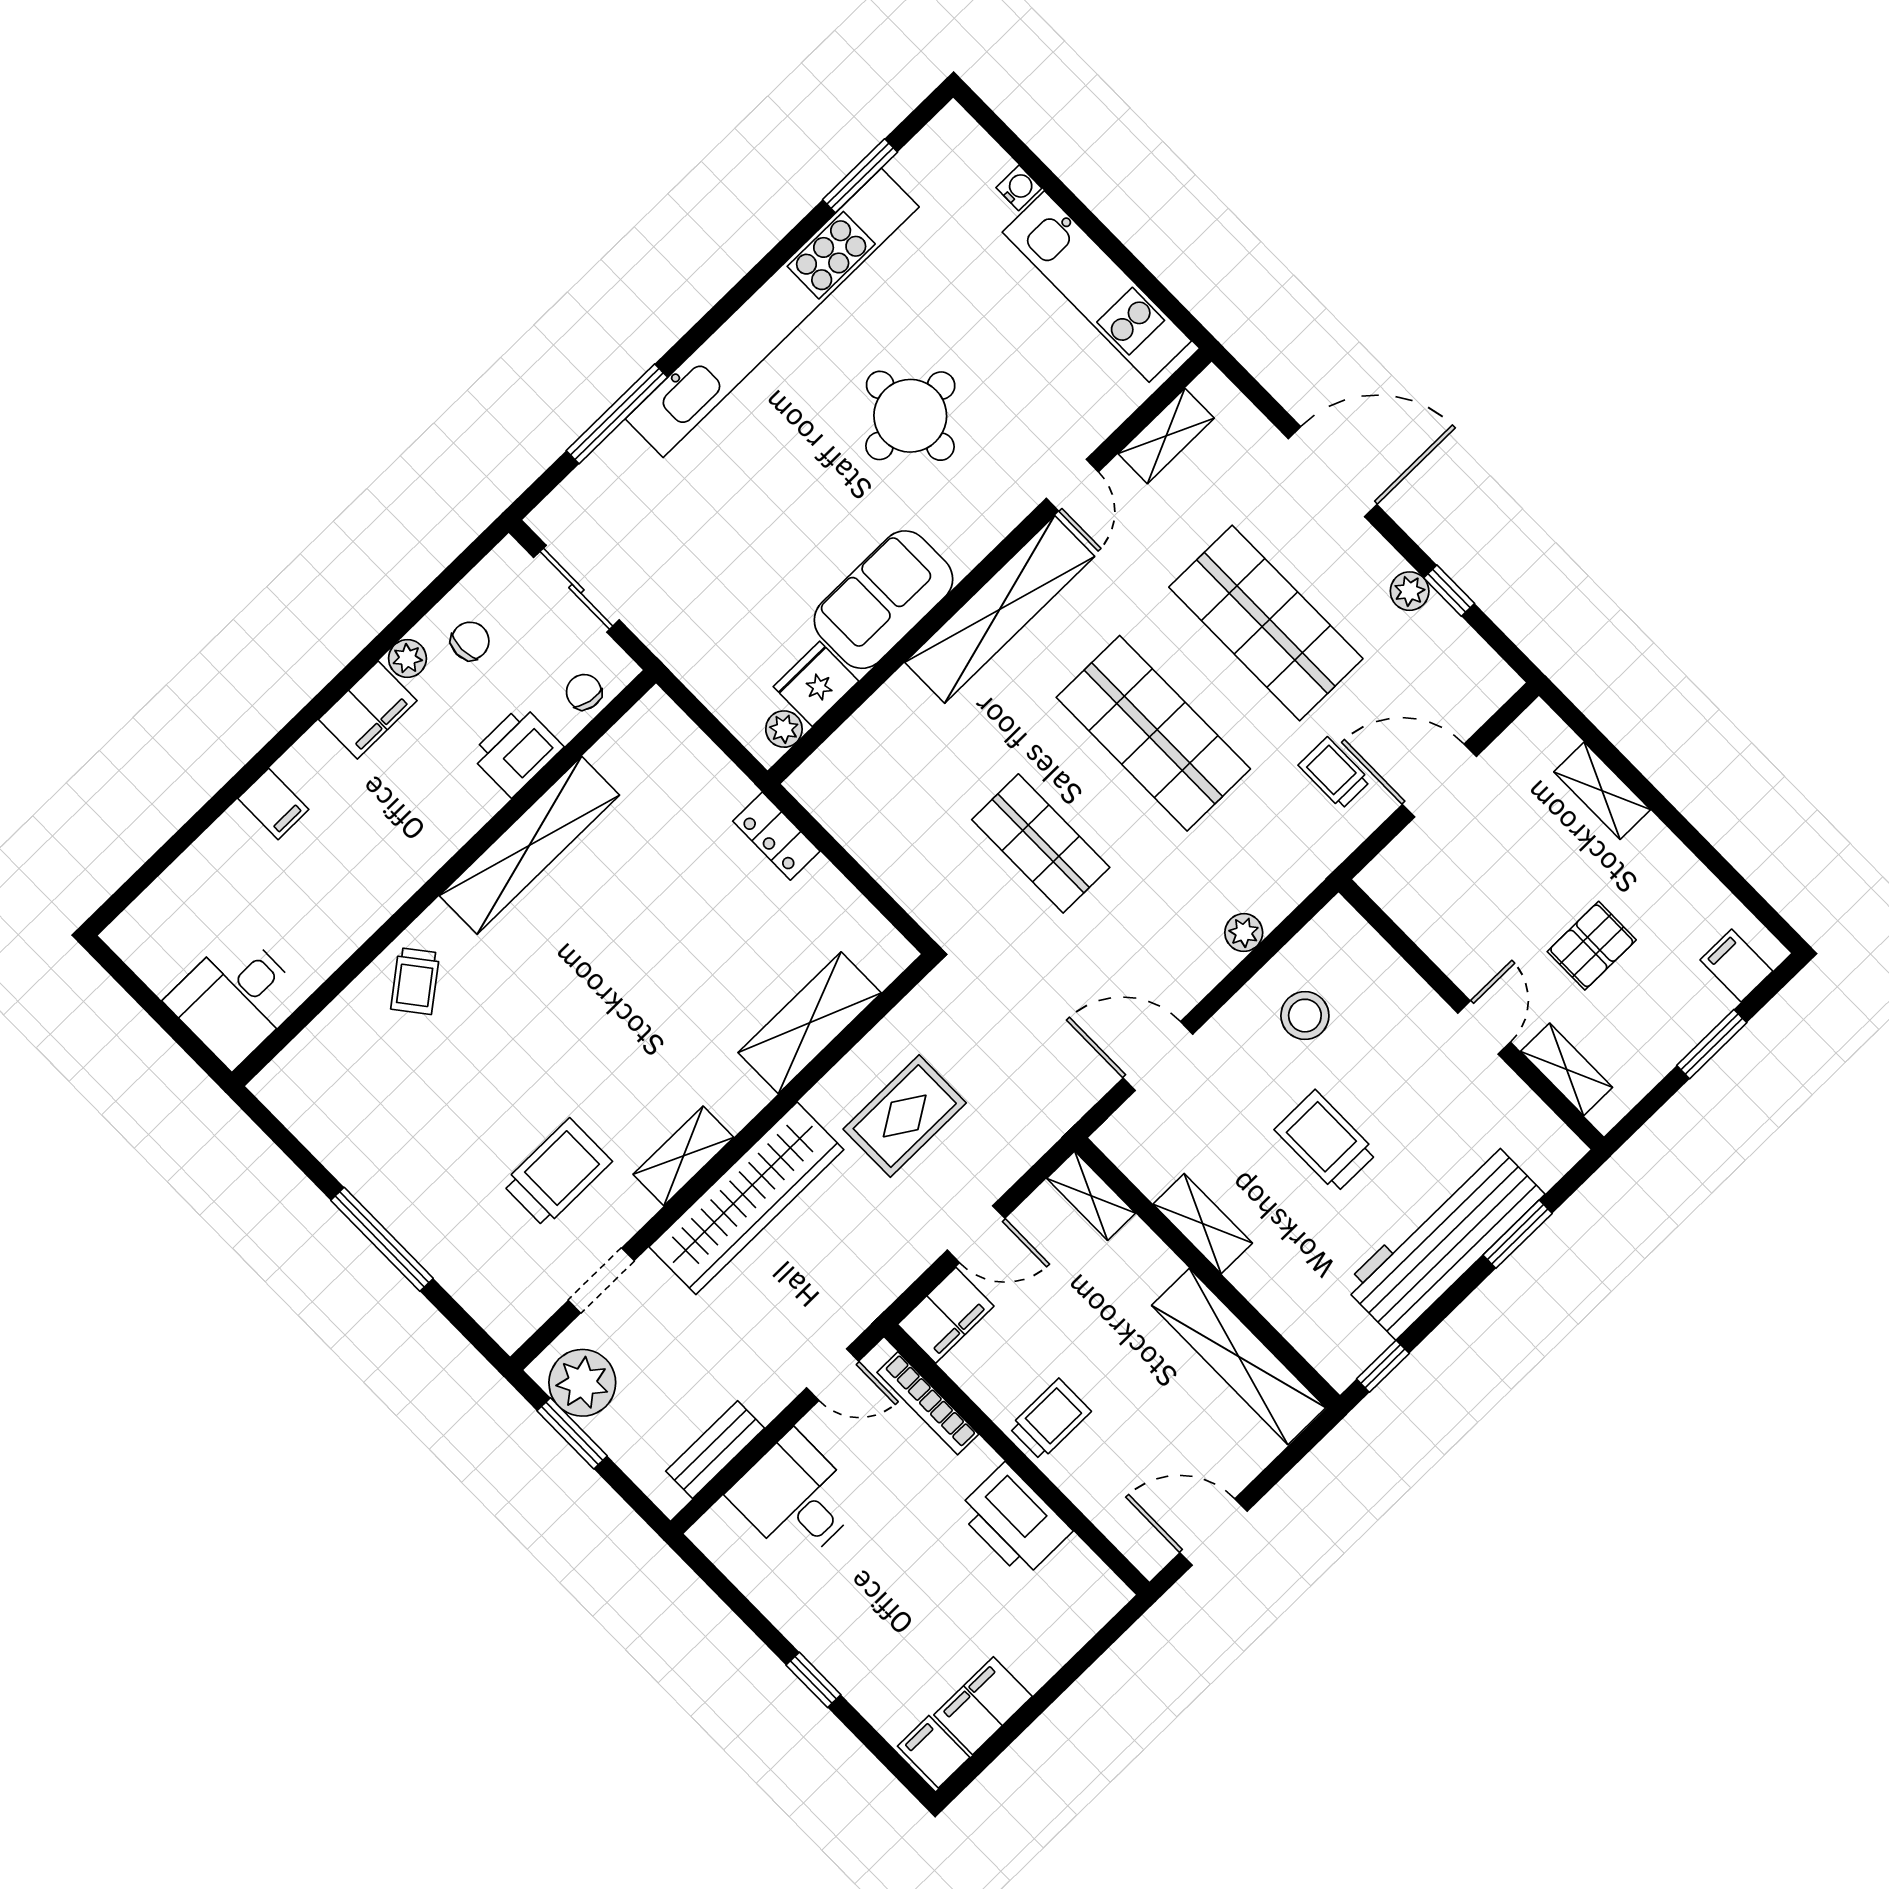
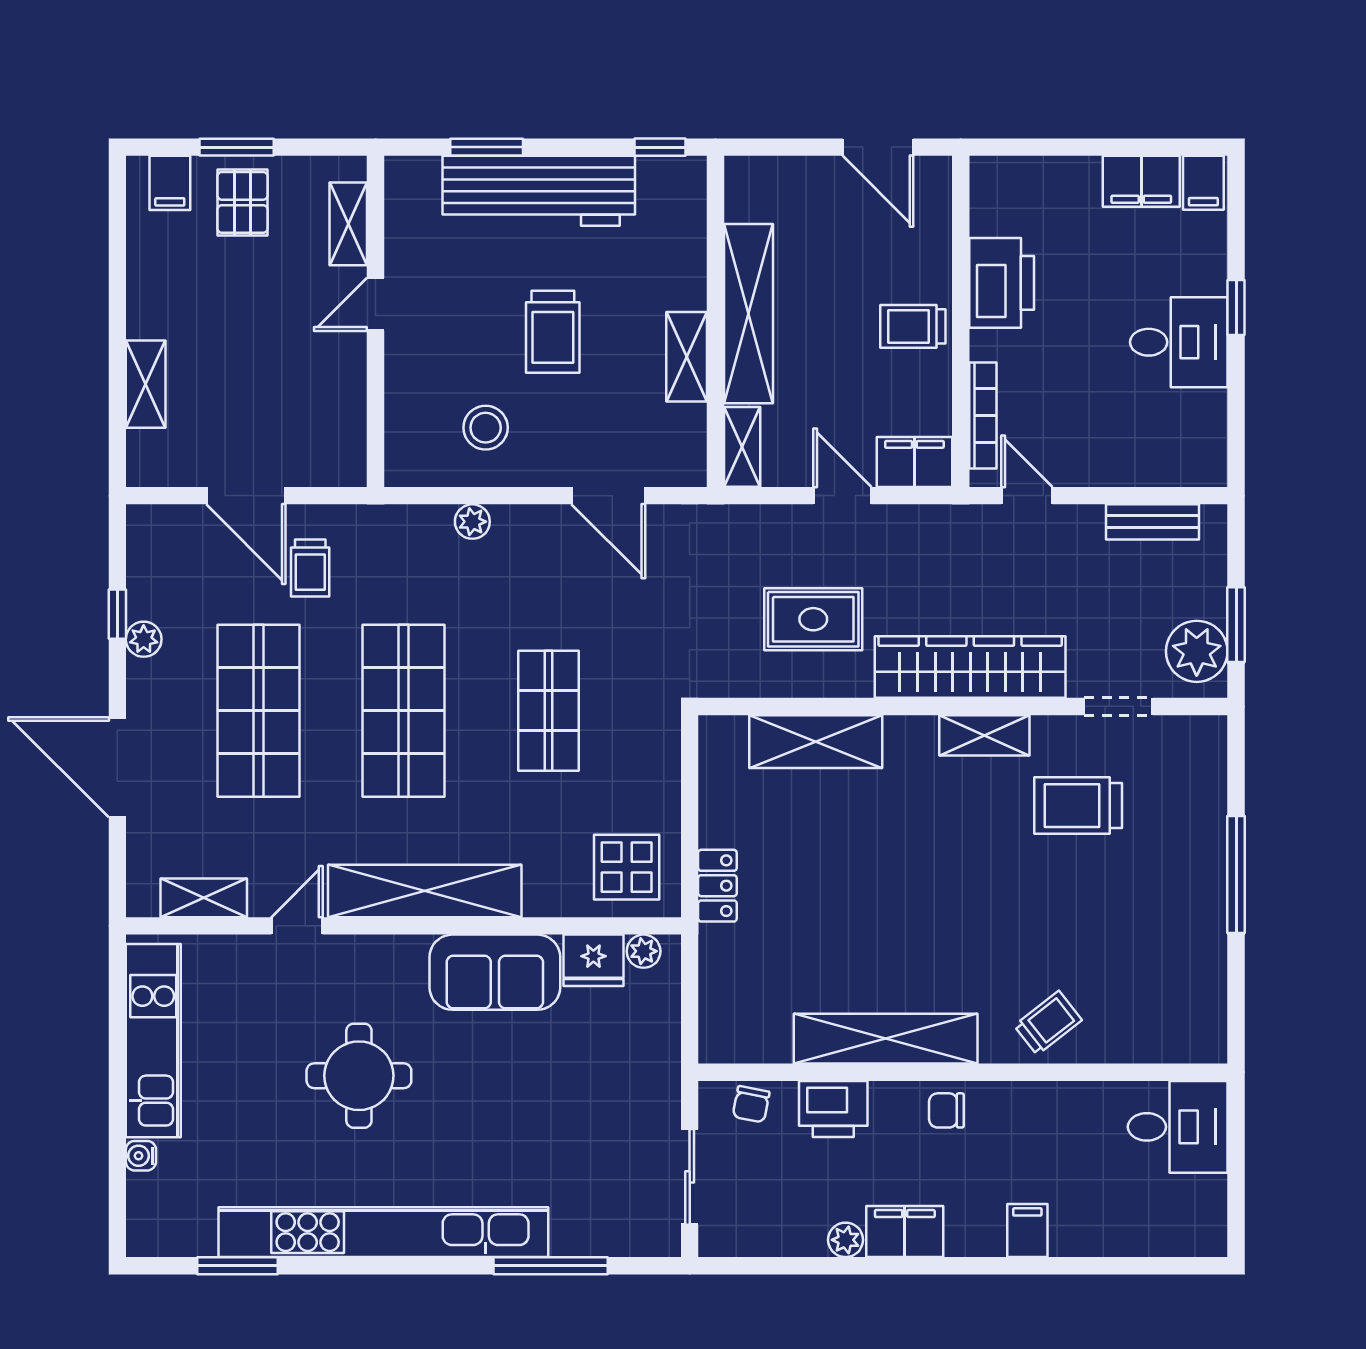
chair: (470, 641) -> (946, 1110), moved
display table: (861, 781) -> (627, 867), added
pallet: (1592, 946) -> (242, 202), moved, turned 90
shelving: (1239, 1356) -> (748, 314), moved
desk: (796, 1498) -> (1179, 342), moved, turned -90

